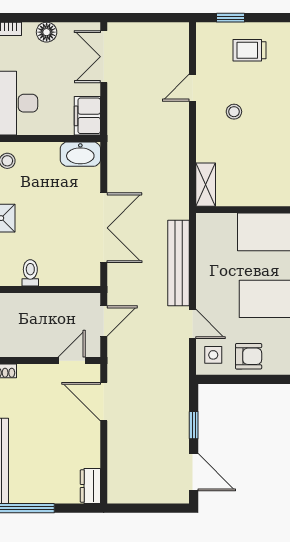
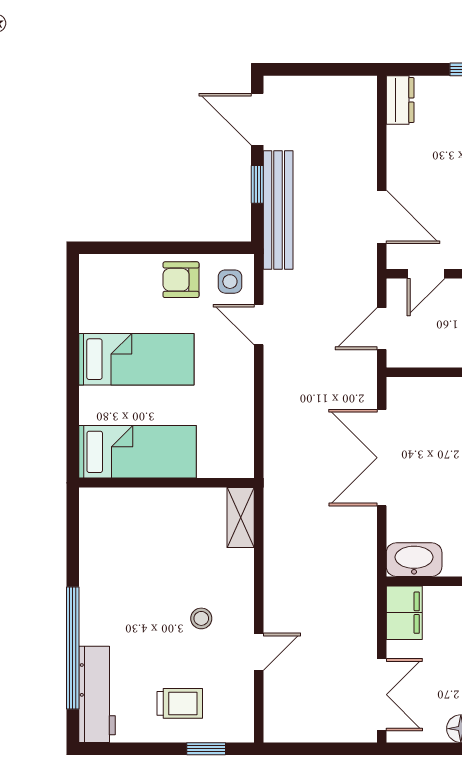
bench: (178, 263) -> (278, 210), moved

